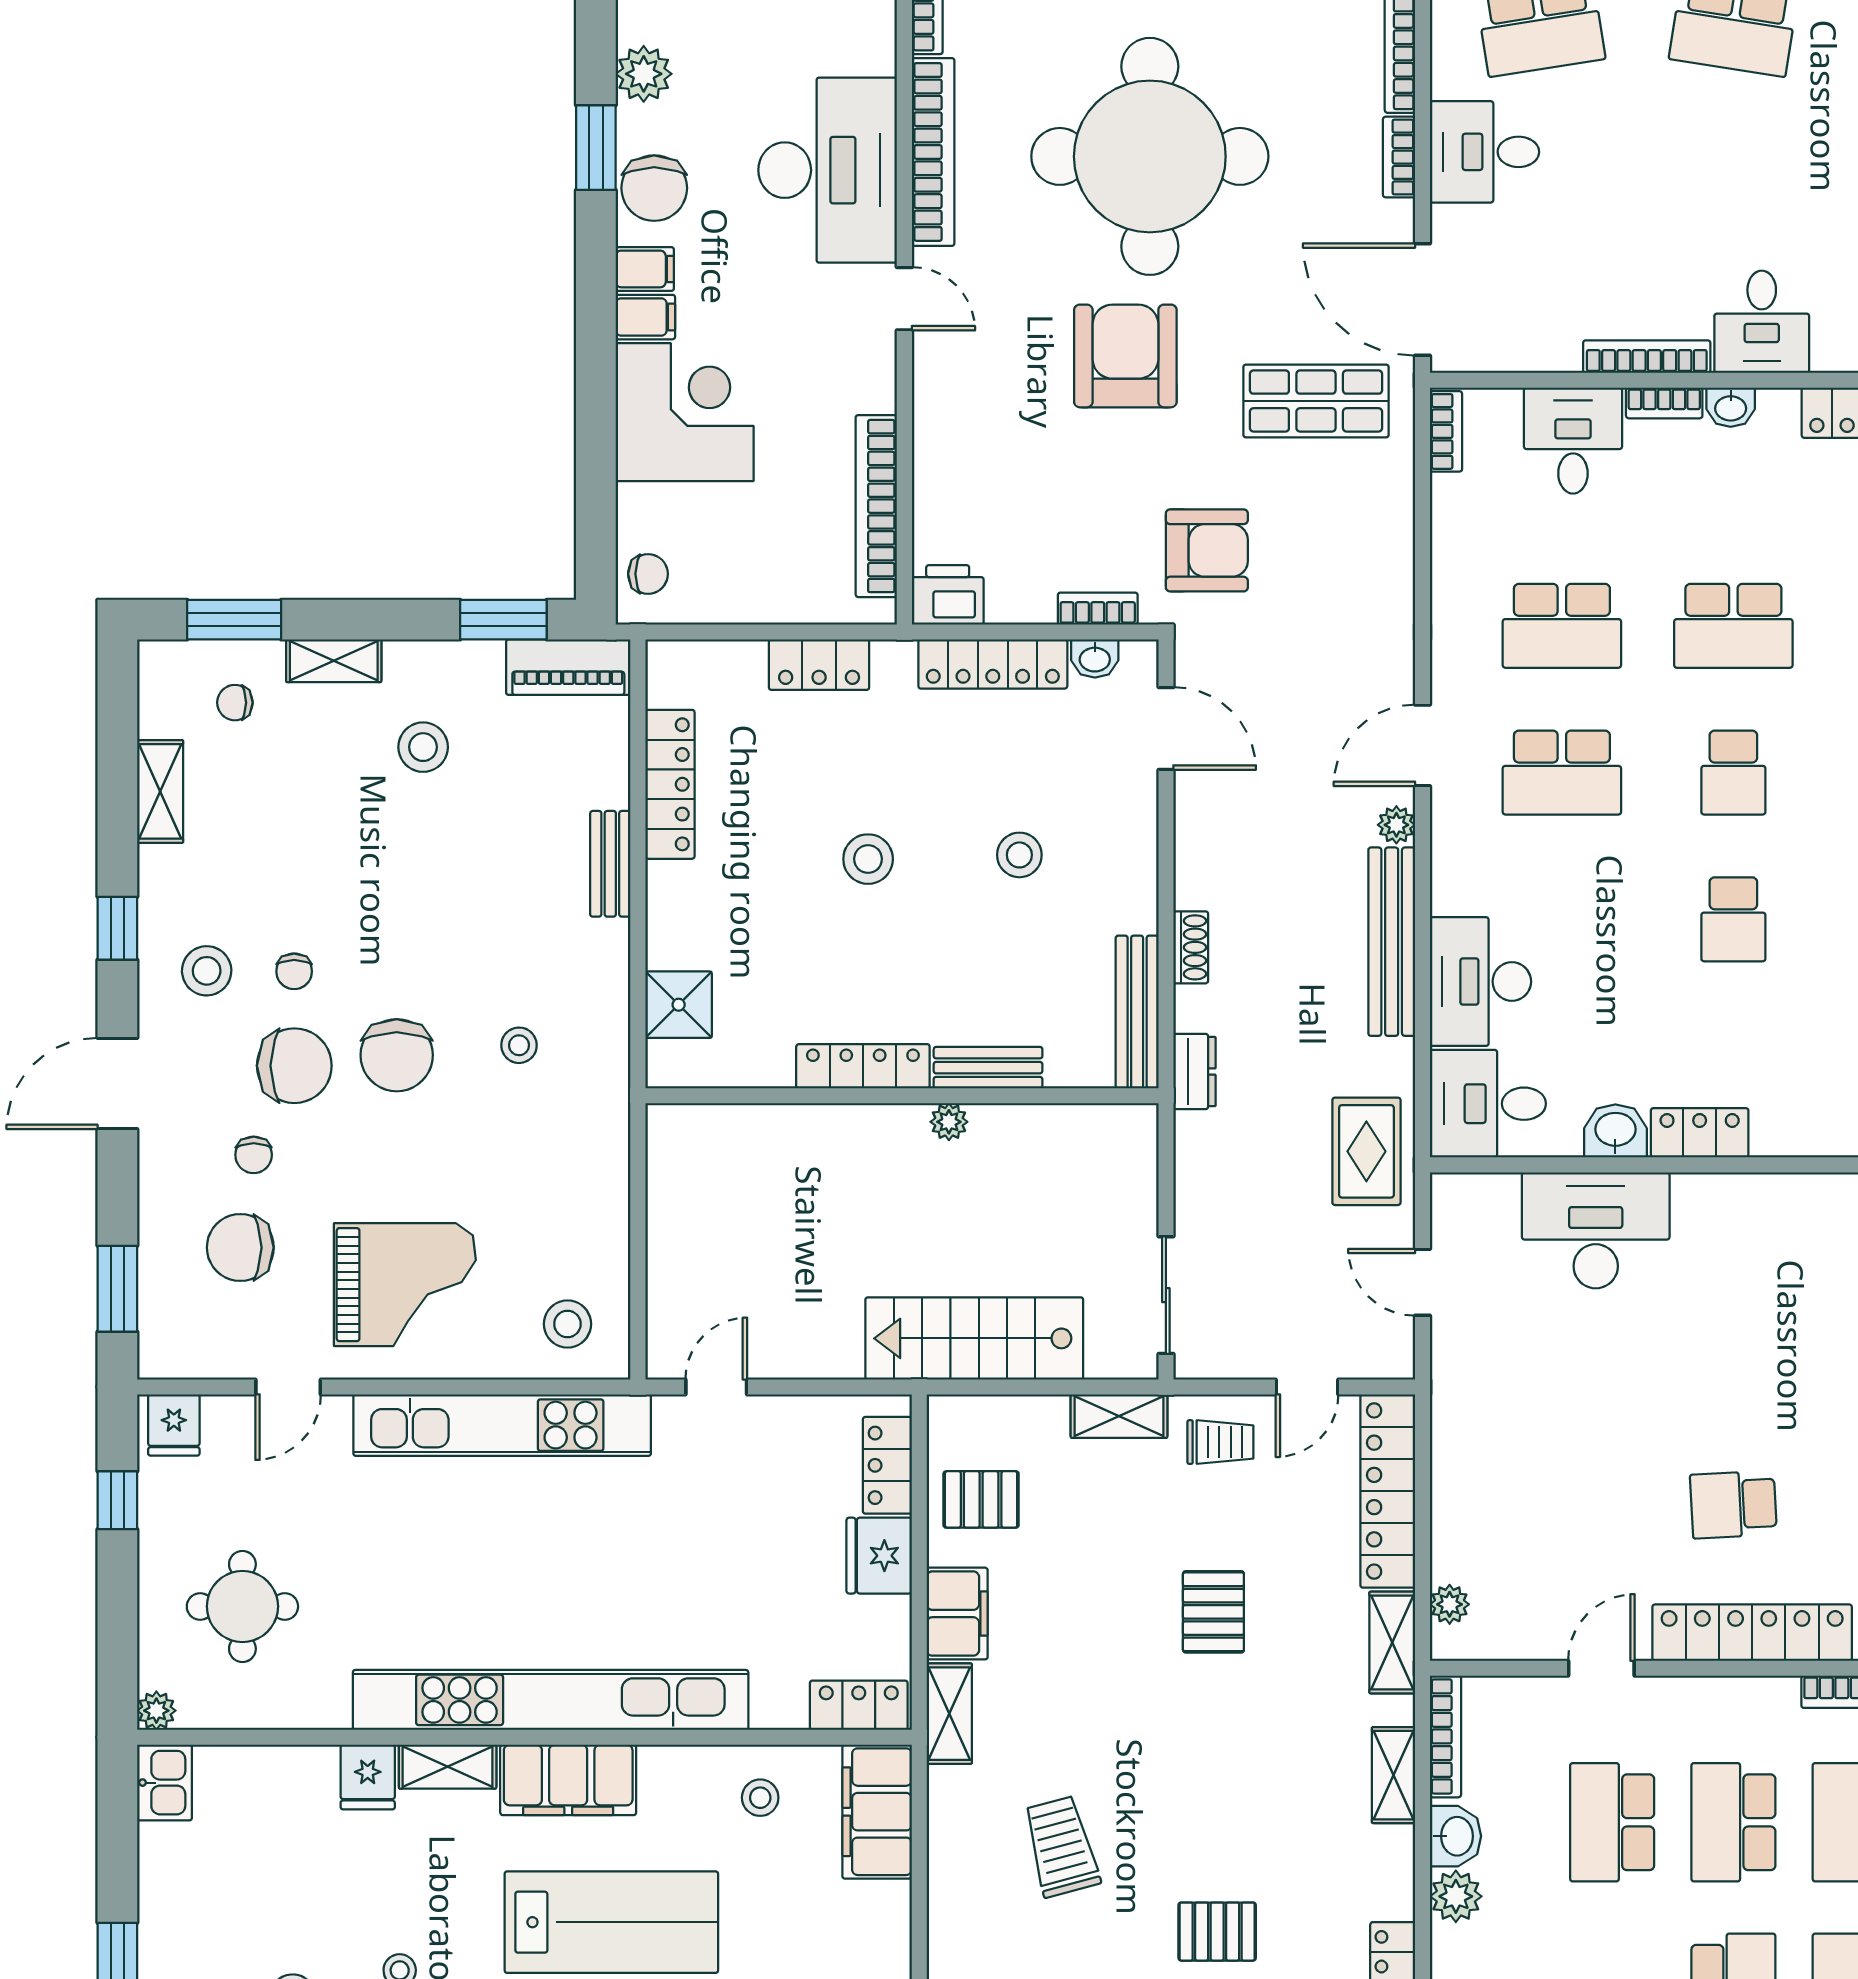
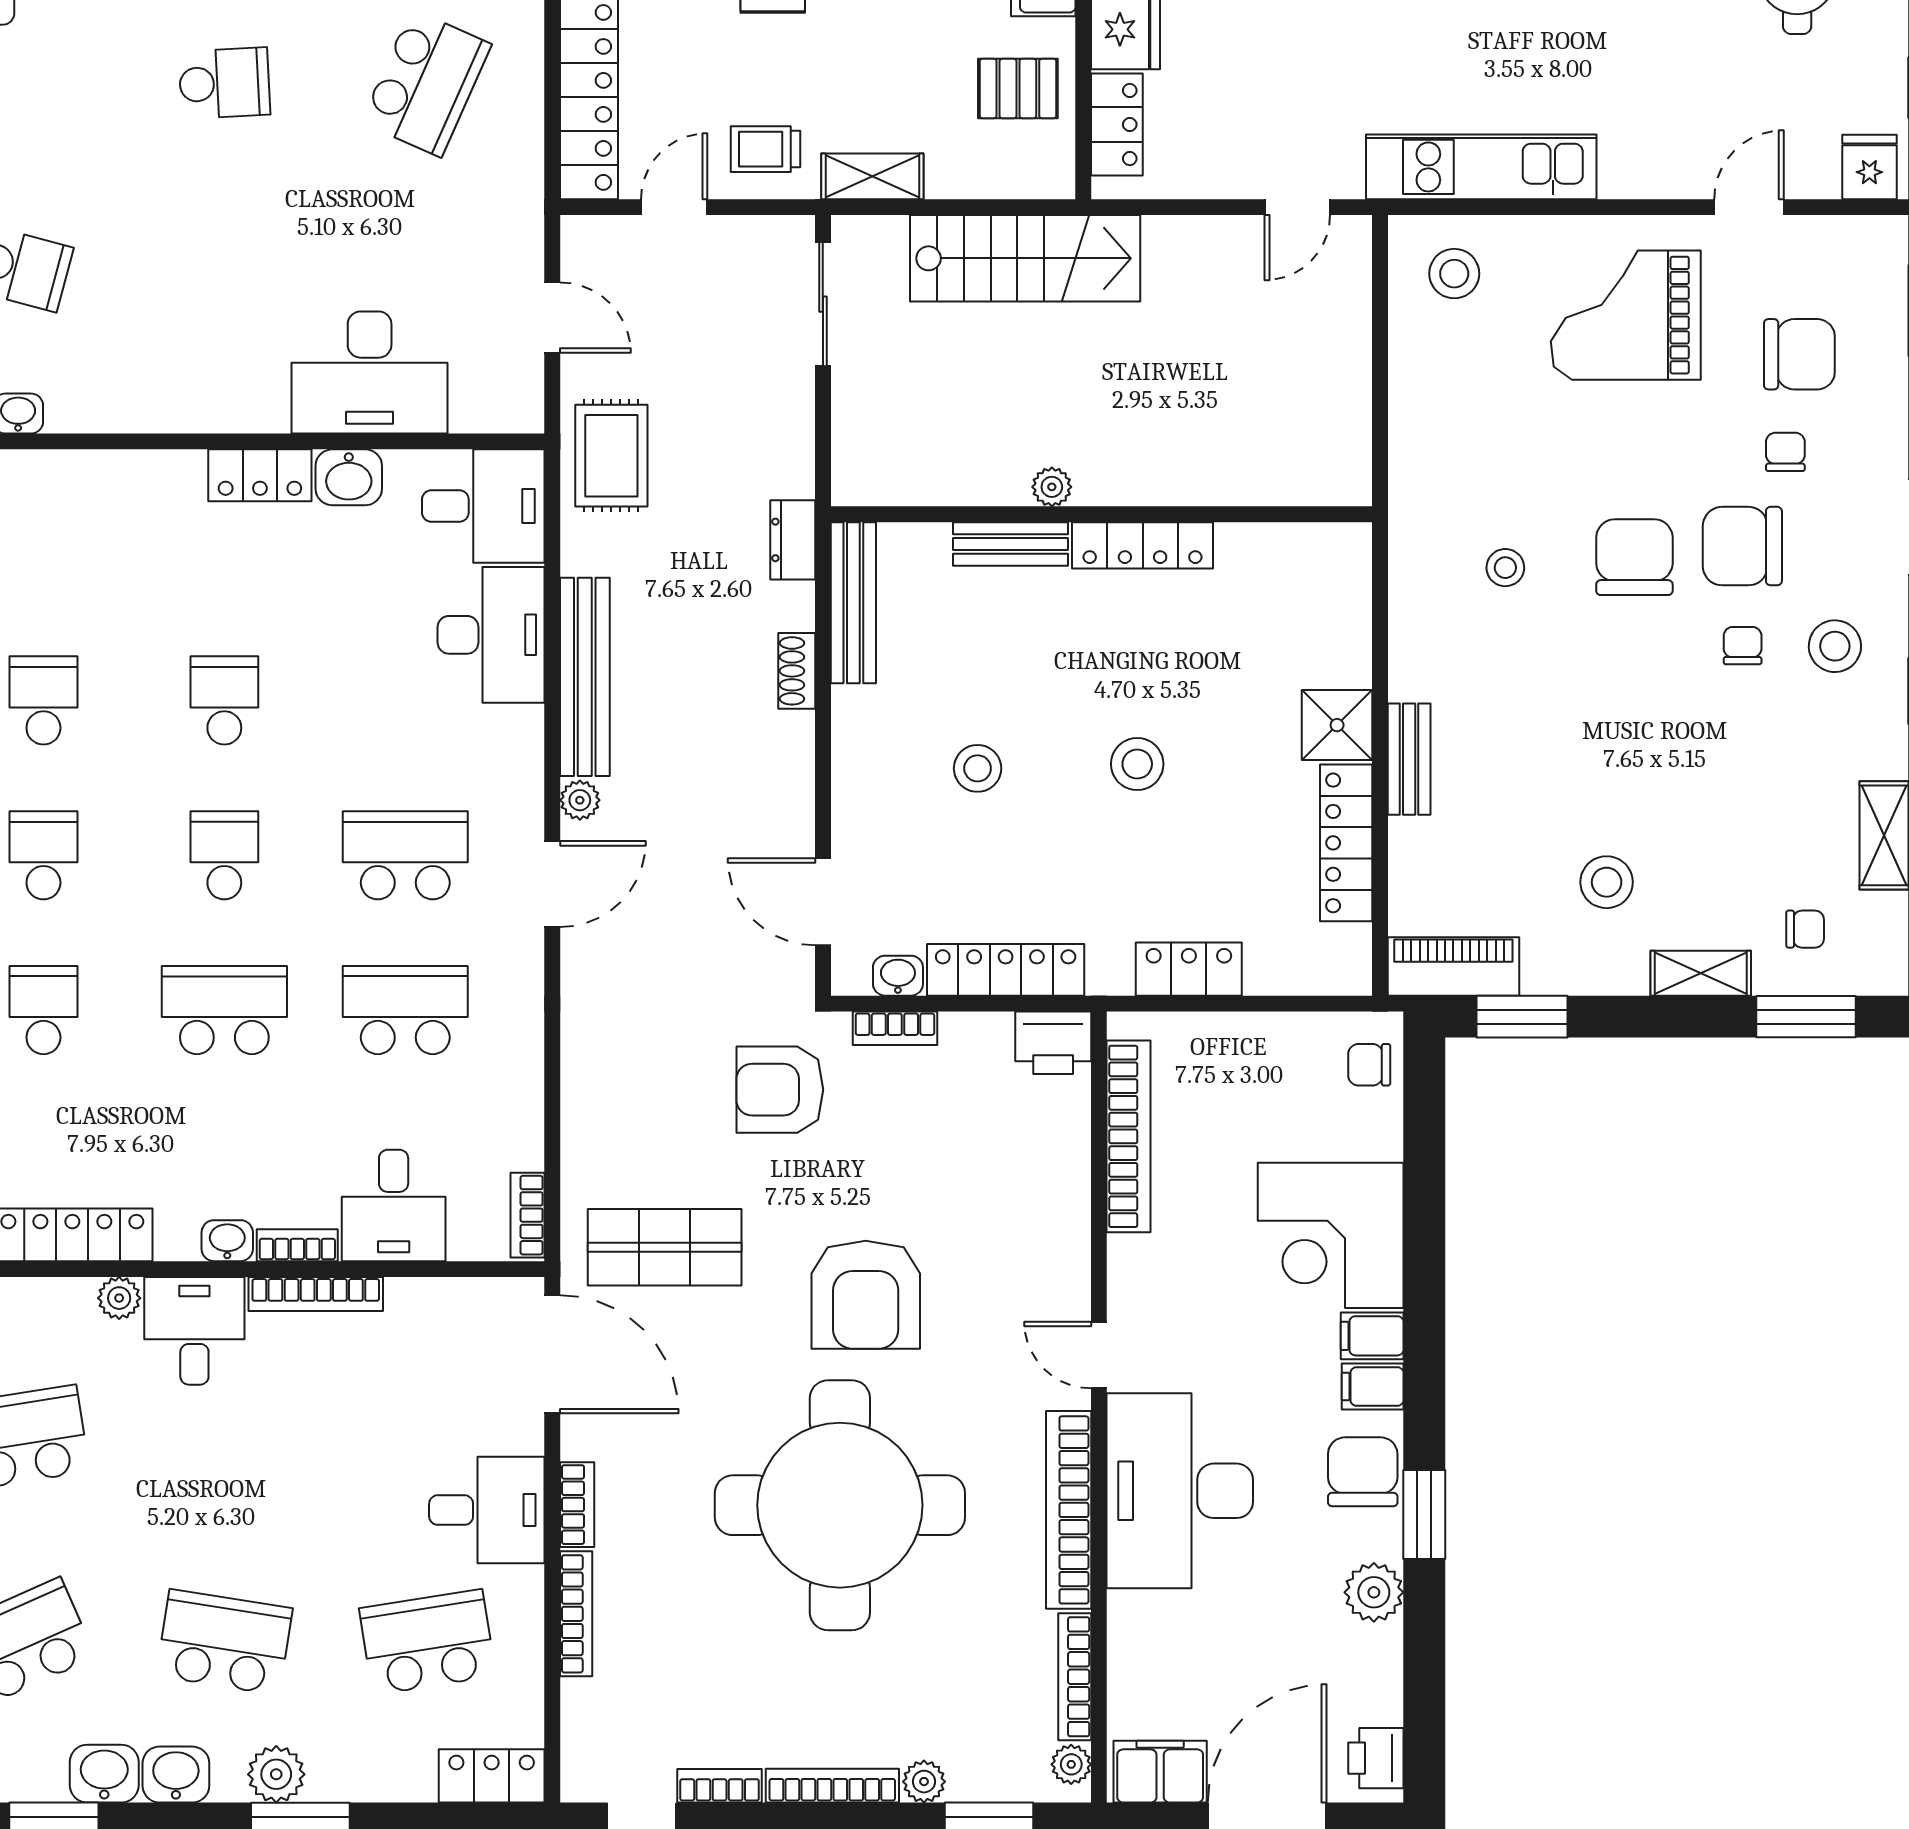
plant: (1833, 353) -> (119, 1298), added
shower: (679, 1005) -> (1337, 725), moved
kitchen unit: (502, 1425) -> (1481, 167), width x0.73
school desk: (1542, 1505) -> (426, 83), added

